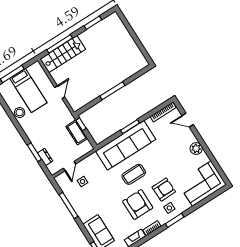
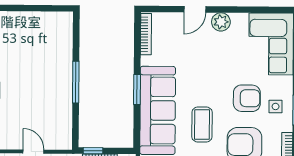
door: (188, 120) -> (195, 9), moved
armchair: (164, 189) -> (247, 98), turned 91

